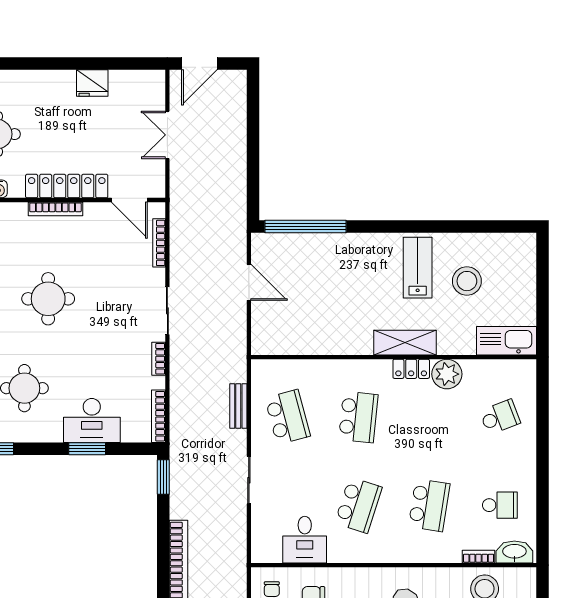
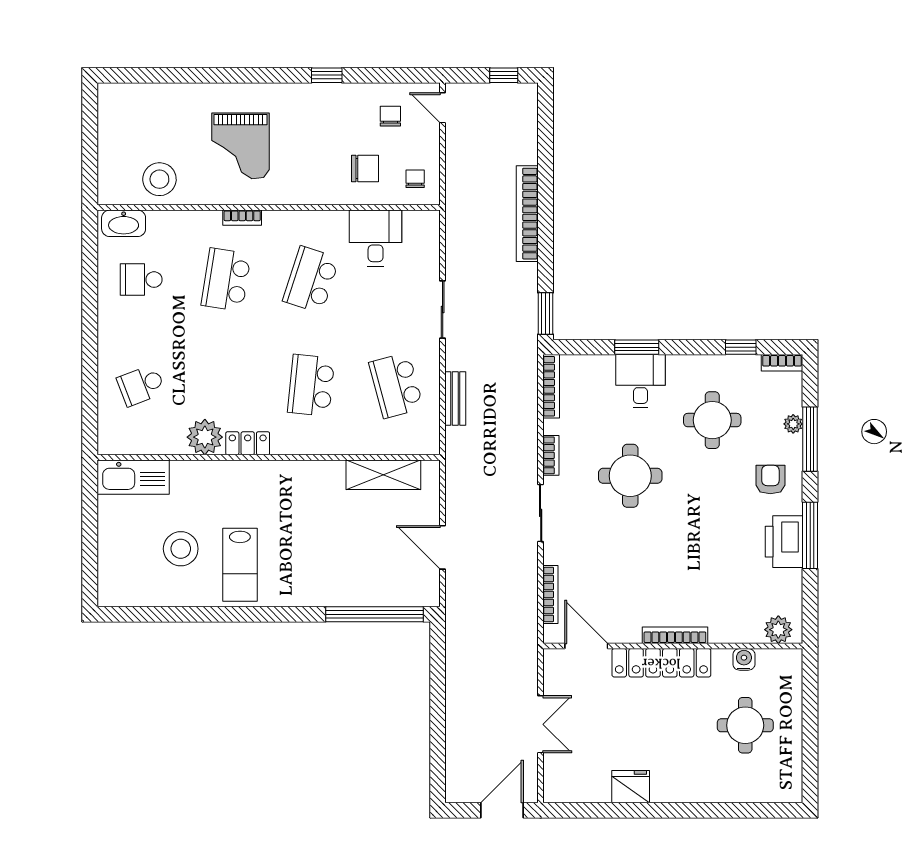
round table: (48, 299) -> (630, 476), moved
shelving: (405, 343) -> (383, 475), moved
desk: (92, 421) -> (641, 381), width x0.73
bookcase: (479, 557) -> (242, 218), moved

